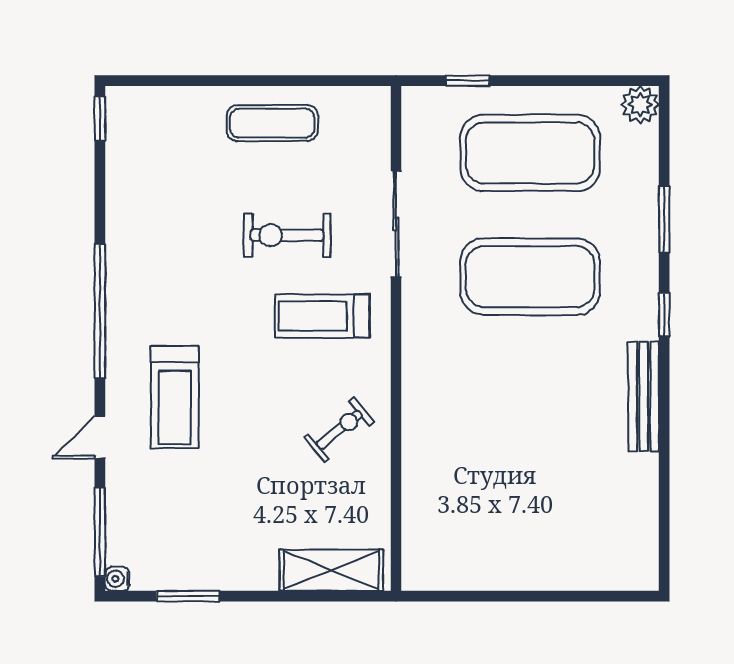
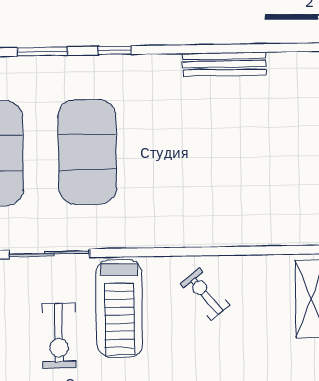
treadmill: (322, 316) -> (119, 308), width x1.37, depth x1.38
bench: (644, 396) -> (224, 64), moved

